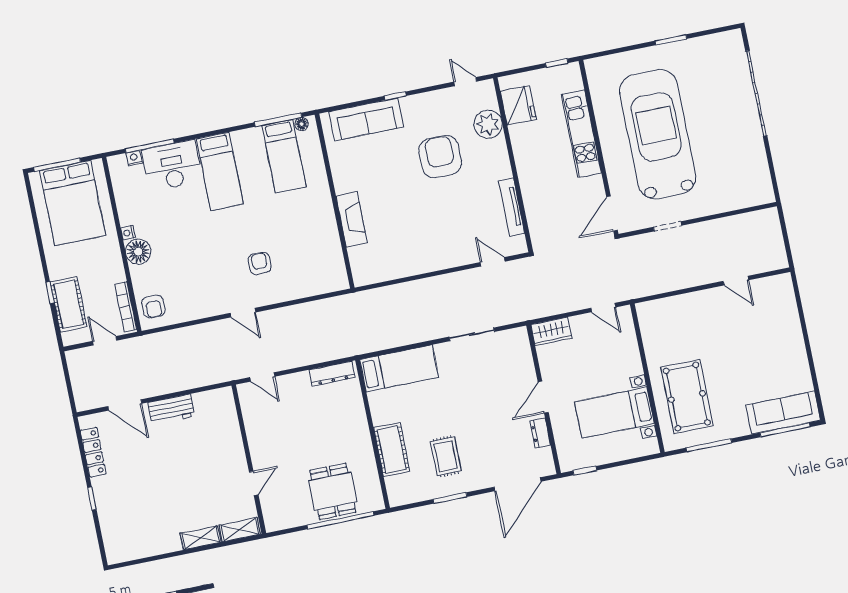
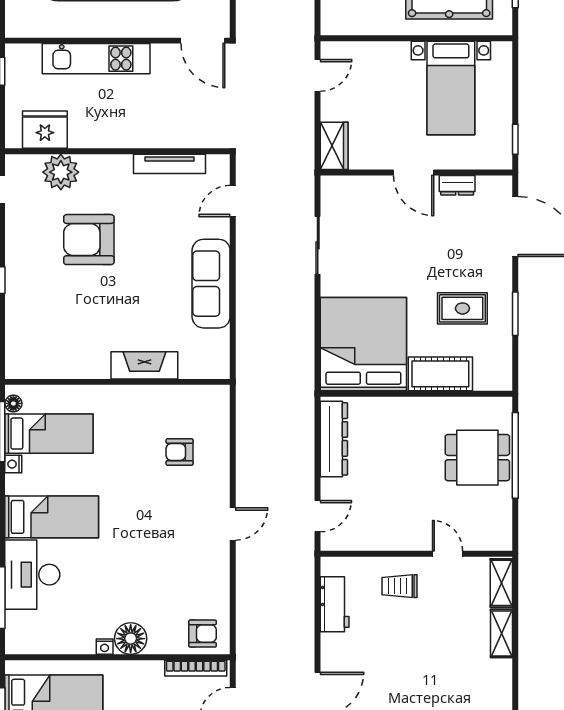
sofa: (366, 119) -> (211, 284), moved, turned 180
nightstand: (134, 158) -> (13, 464), moved
armchair: (260, 264) -> (180, 452), moved
bed: (399, 368) -> (363, 344), width x2.04
dresser: (332, 374) -> (334, 439), width x1.37, depth x1.24
workbench: (171, 409) -> (335, 604), moved
trolley: (221, 451) -> (399, 586), added

